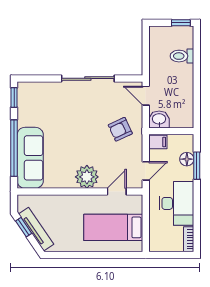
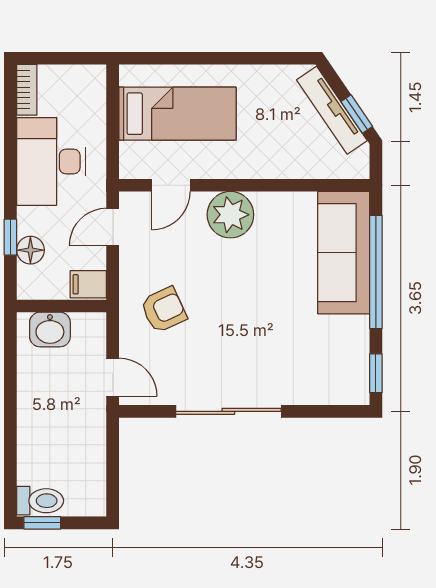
toilet: (182, 56) -> (40, 501), moved
washbasin: (159, 119) -> (50, 330), moved
window: (197, 166) -> (10, 237), width x0.67

